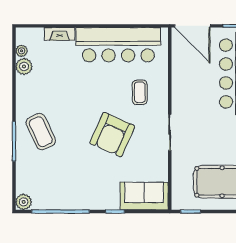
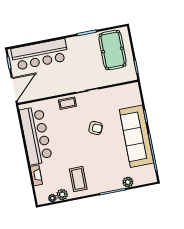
coffee table: (140, 92) -> (67, 103), moved
coffee table: (41, 132) -> (78, 179), moved, turned -65
armchair: (112, 135) -> (96, 128), width x0.53, depth x0.53
sofa: (144, 196) -> (136, 136), moved, width x1.85, depth x1.27
plant: (24, 202) -> (128, 182), moved

